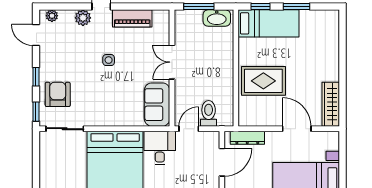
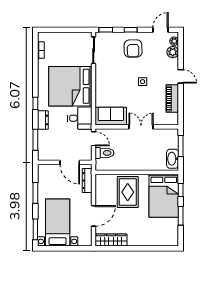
plant: (83, 18) -> (173, 52), moved
bed: (269, 23) -> (164, 196), width x1.50
armchair: (58, 94) -> (133, 49), moved, turned 89

